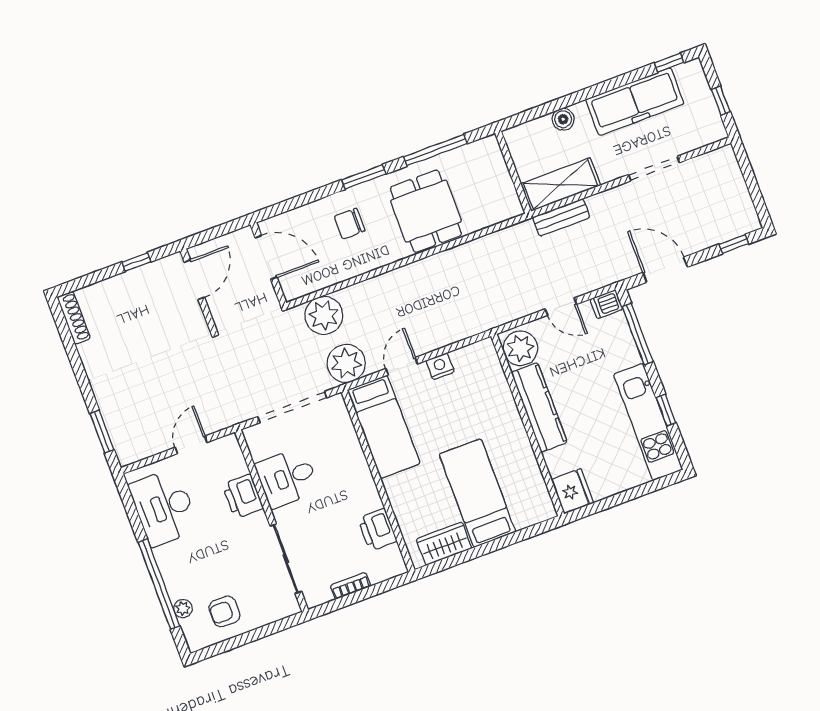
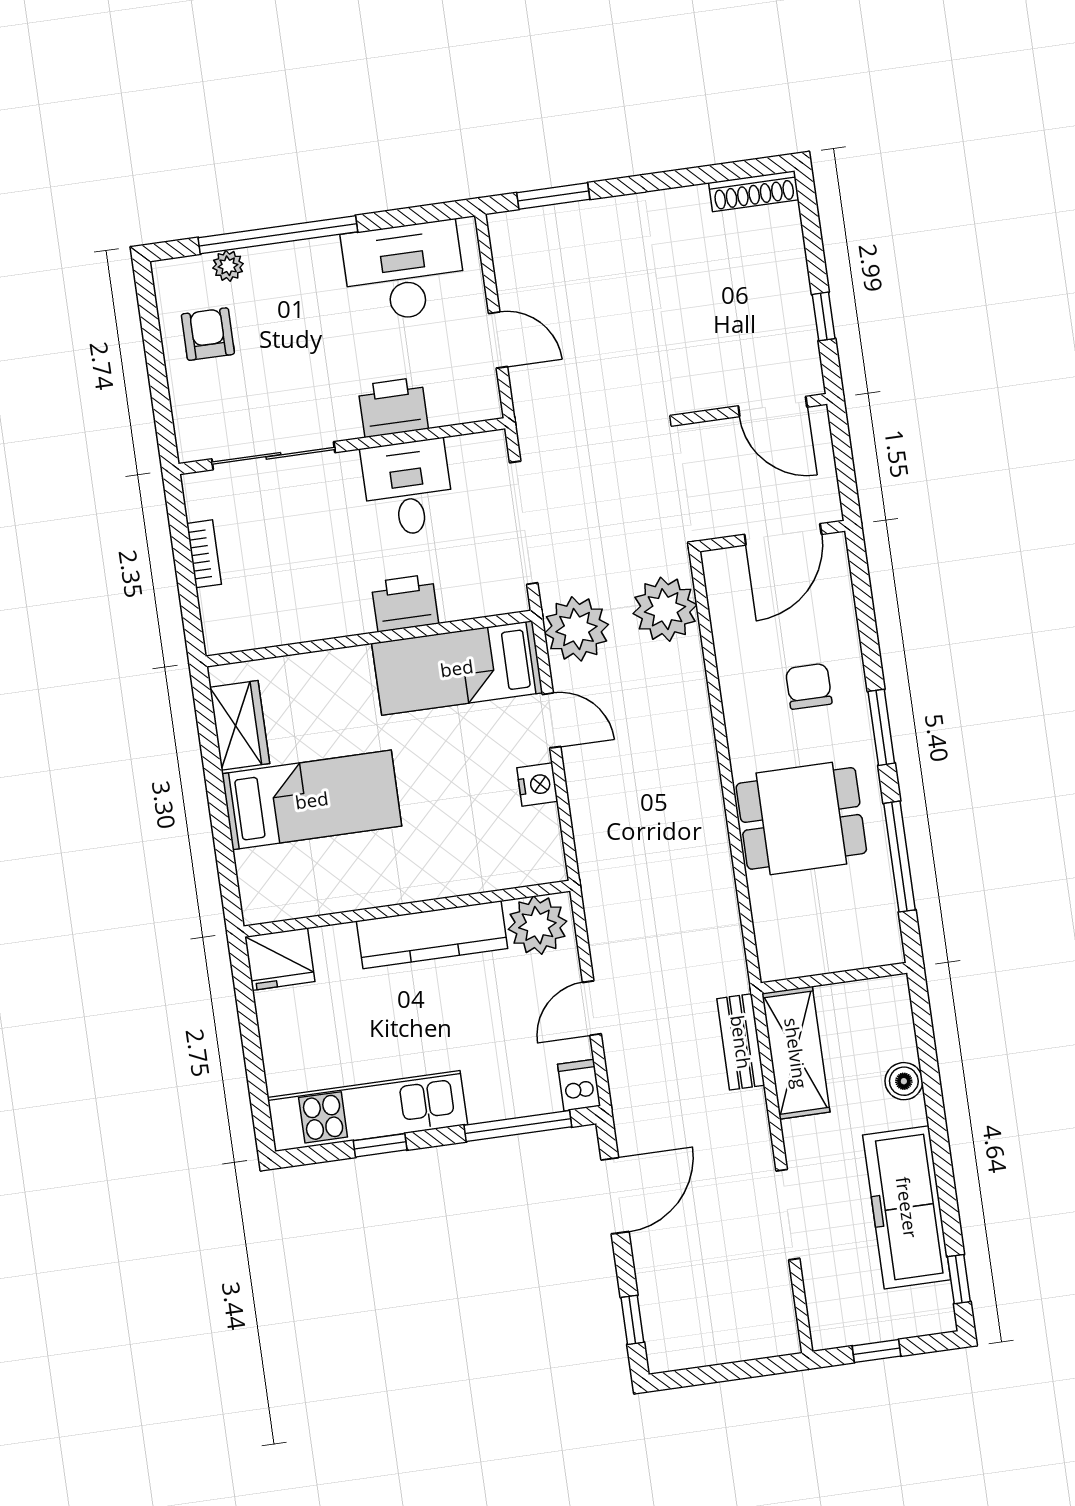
printer: (377, 530) -> (405, 603), moved

